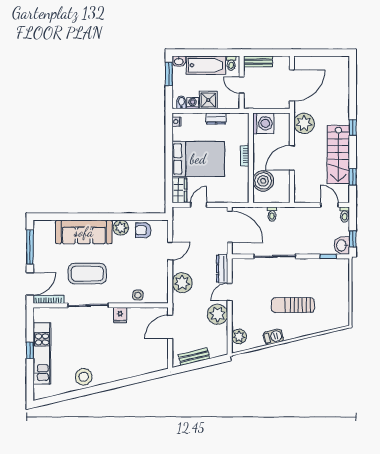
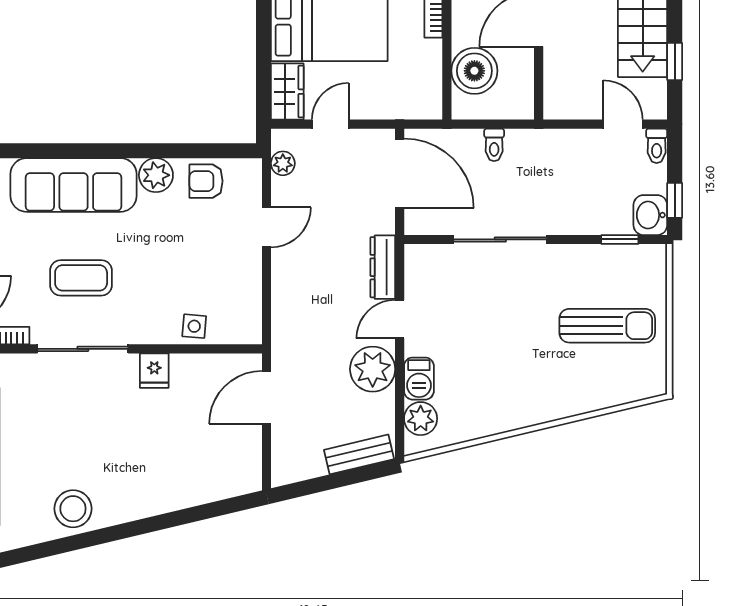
coffee table: (87, 274) -> (81, 278), width x0.73, depth x0.76
plant: (182, 283) -> (283, 163), moved, width x0.53, depth x0.53
sun lounger: (293, 305) -> (607, 326), moved, turned 180
barbecue: (273, 337) -> (419, 379), moved, turned 103
bench: (194, 357) -> (359, 454), moved

